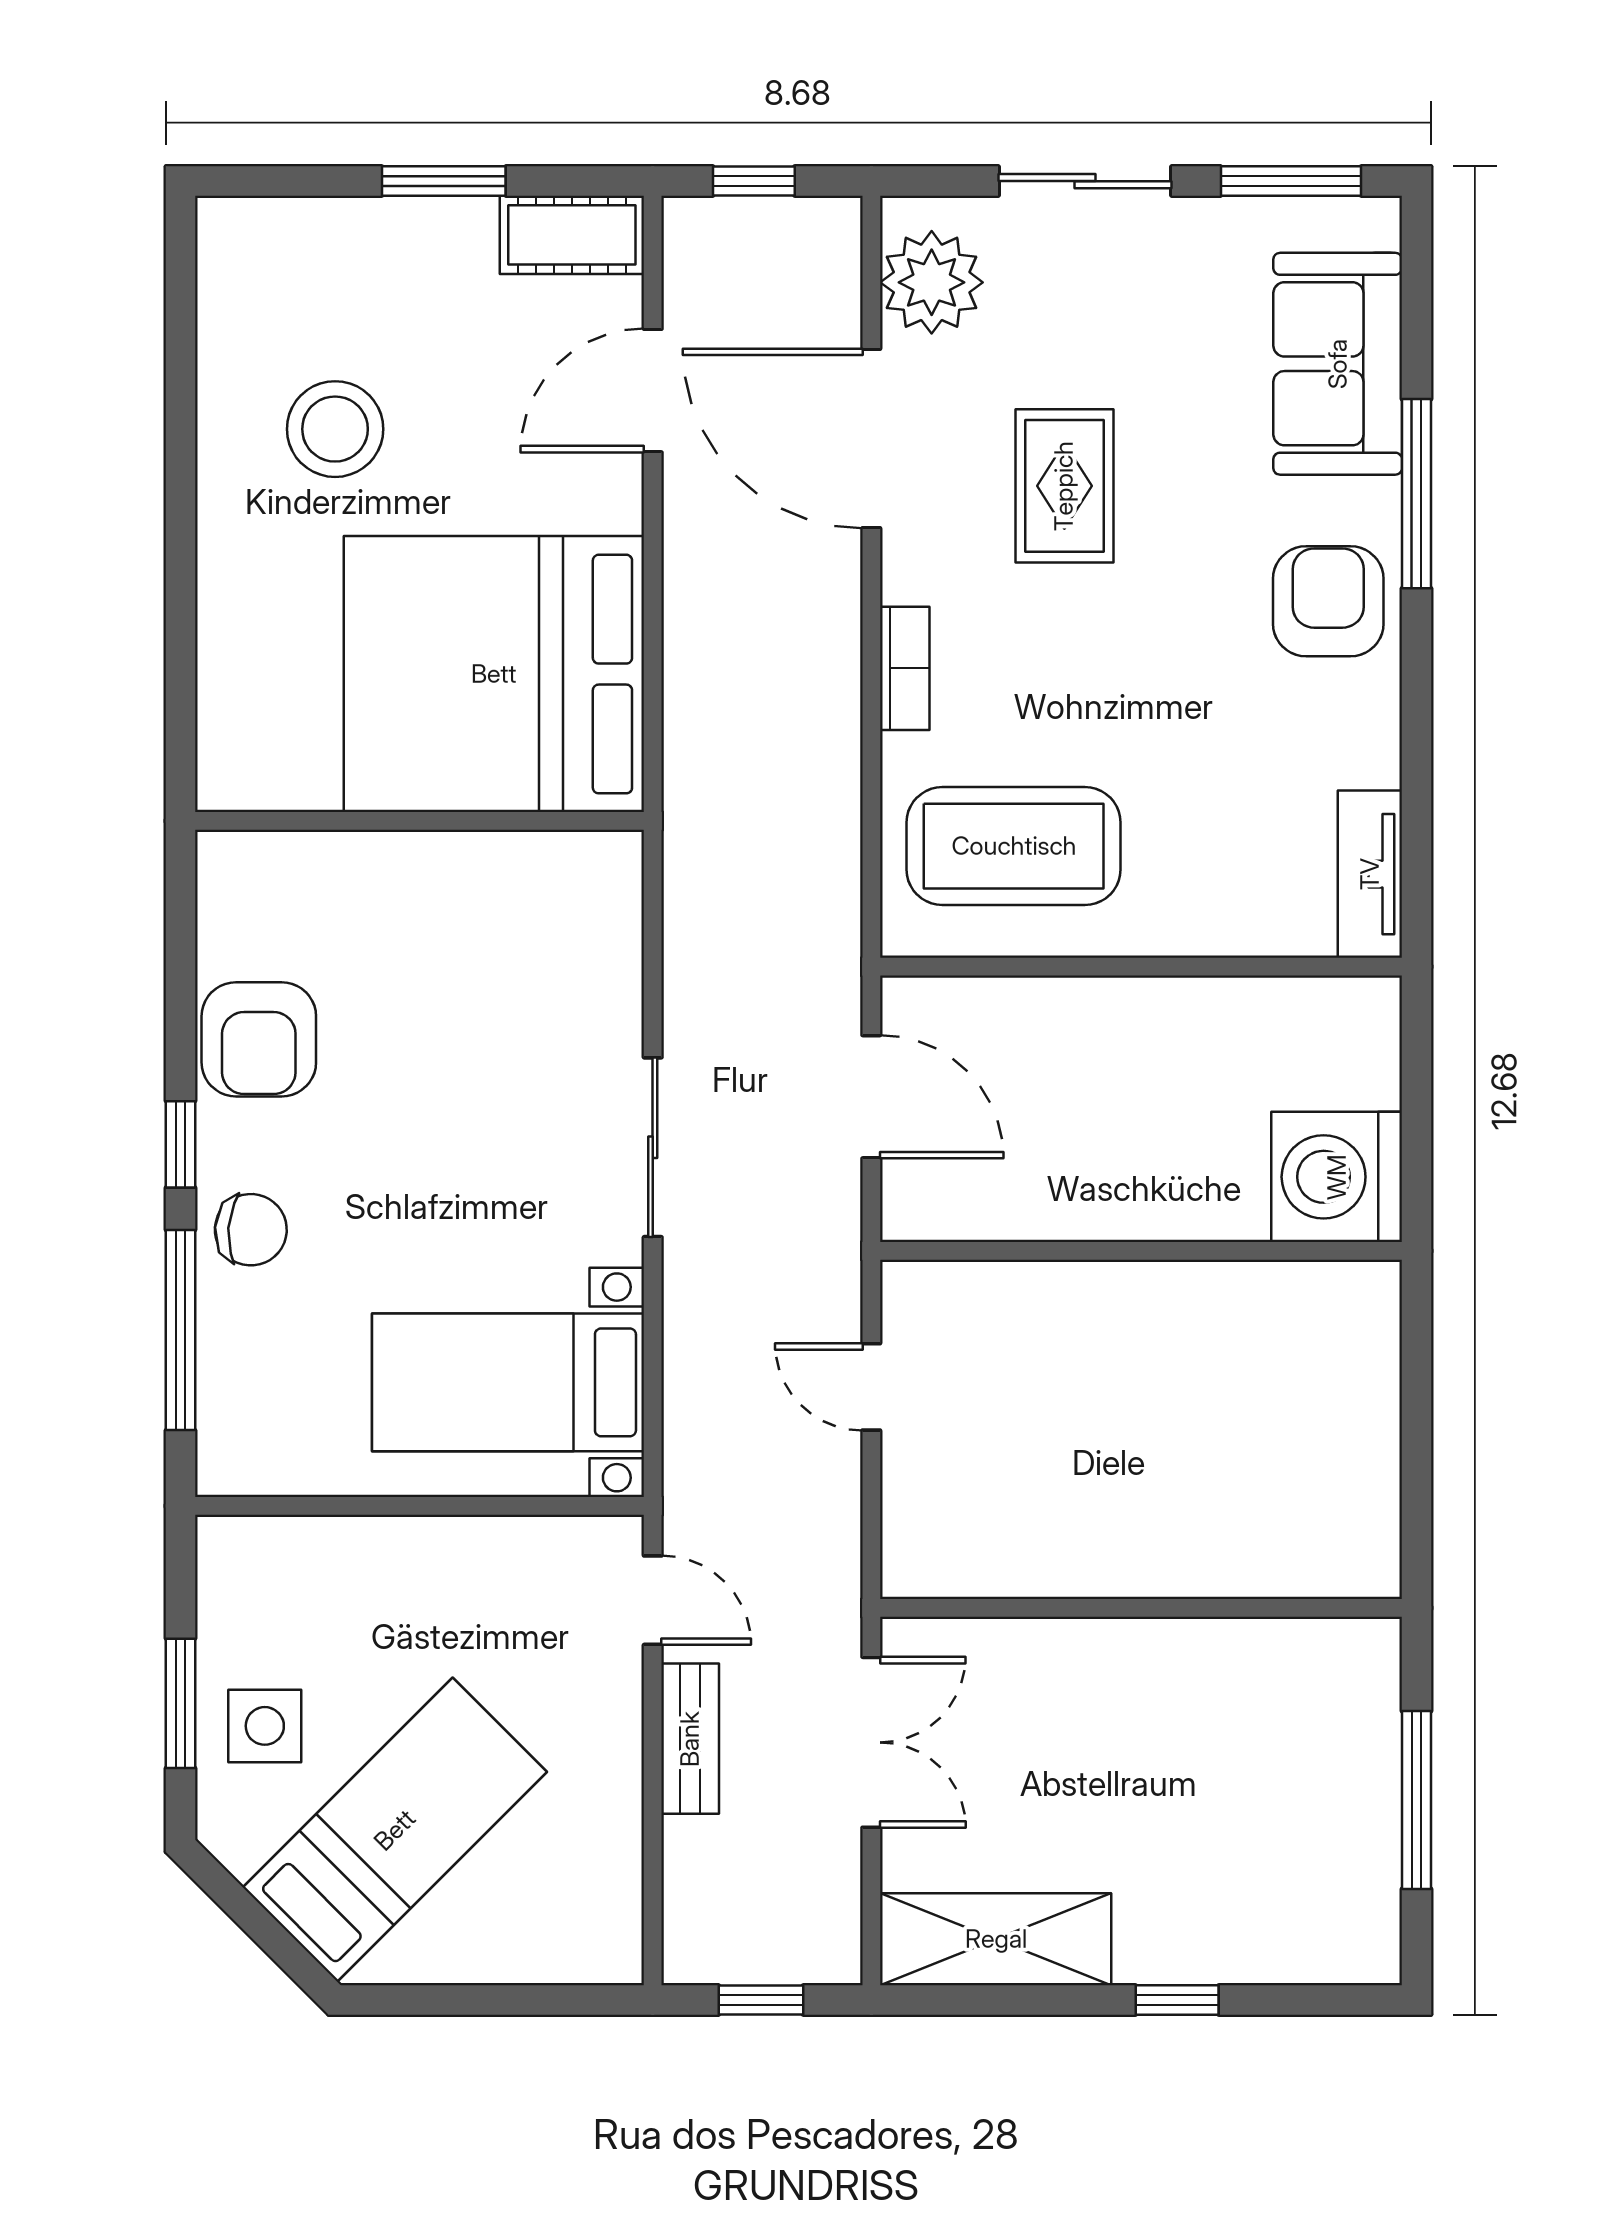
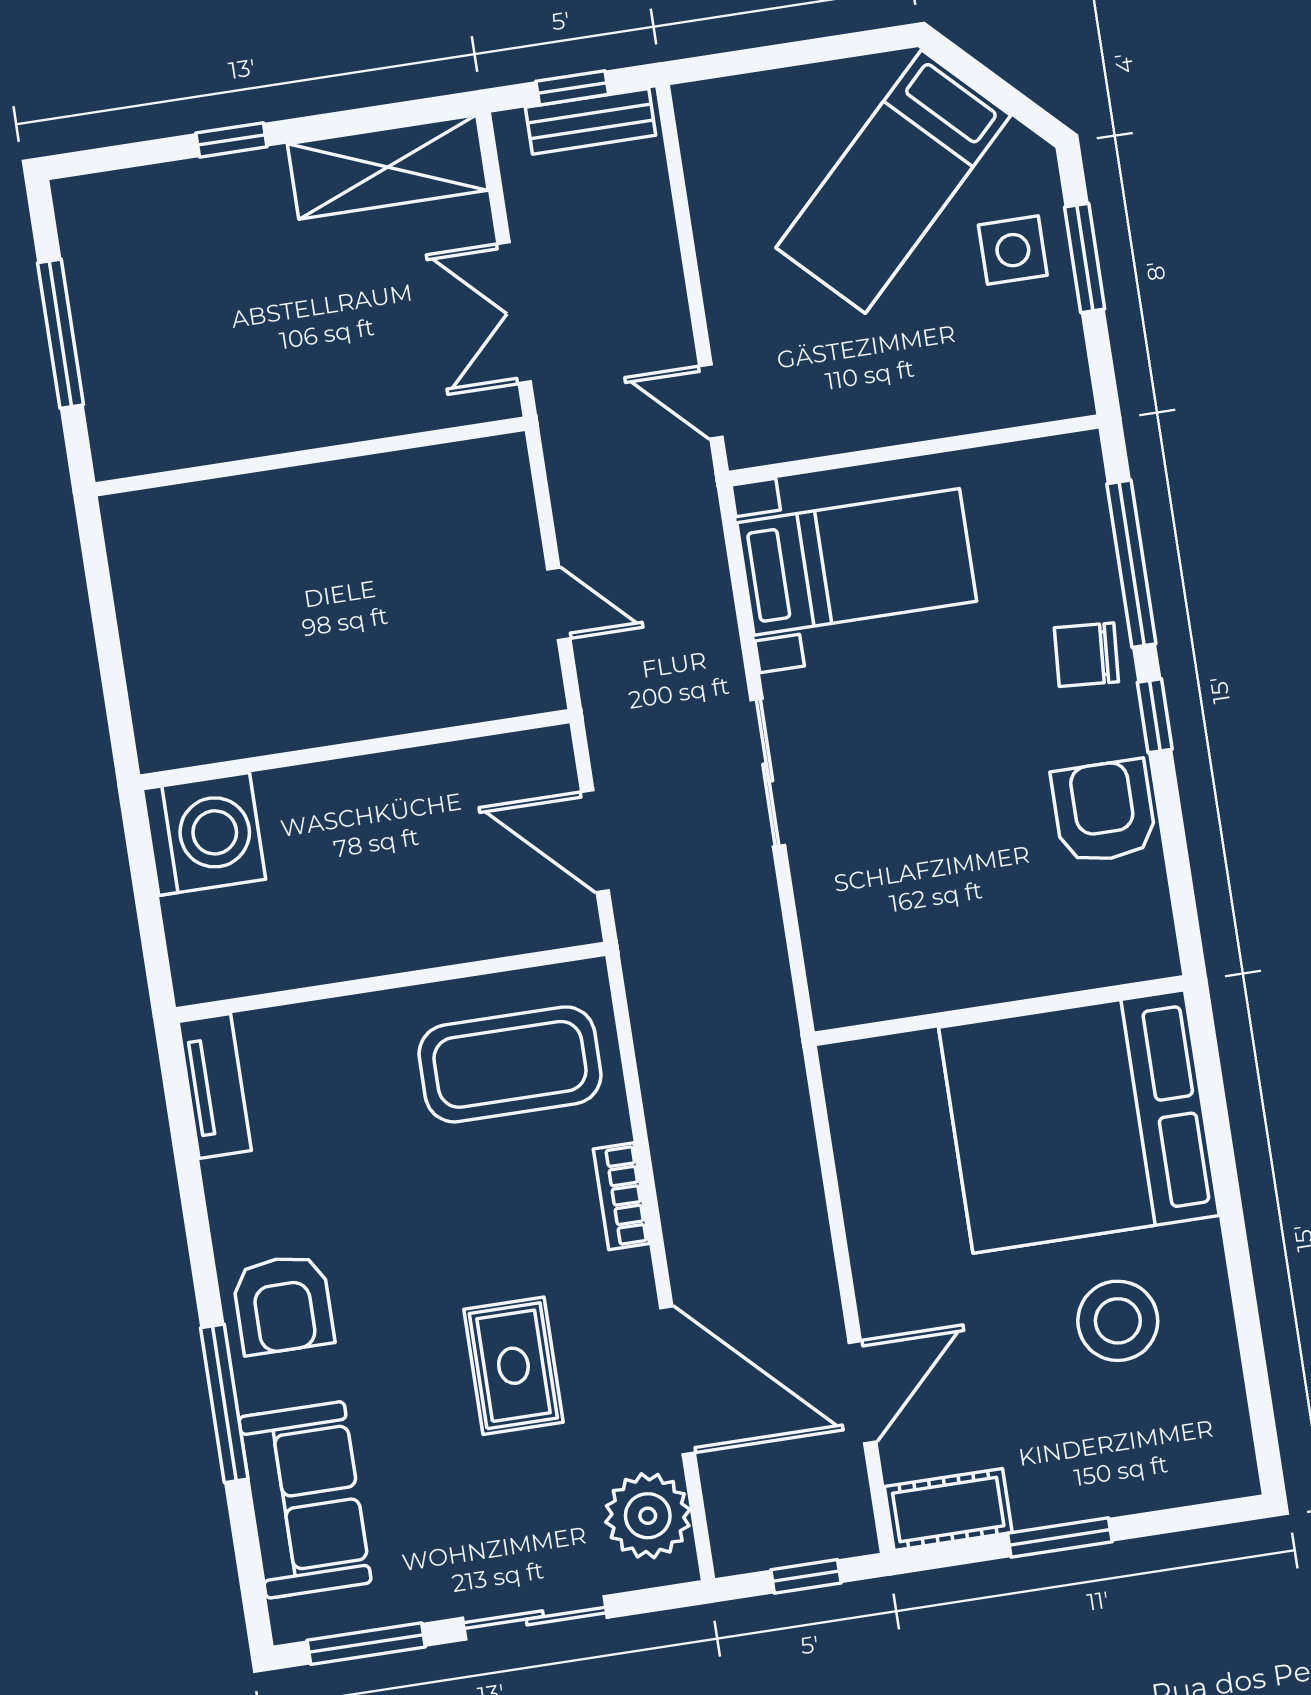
bed: (494, 674) -> (1079, 1121), moved, turned 180
bench: (690, 1739) -> (591, 121), moved, turned 90

